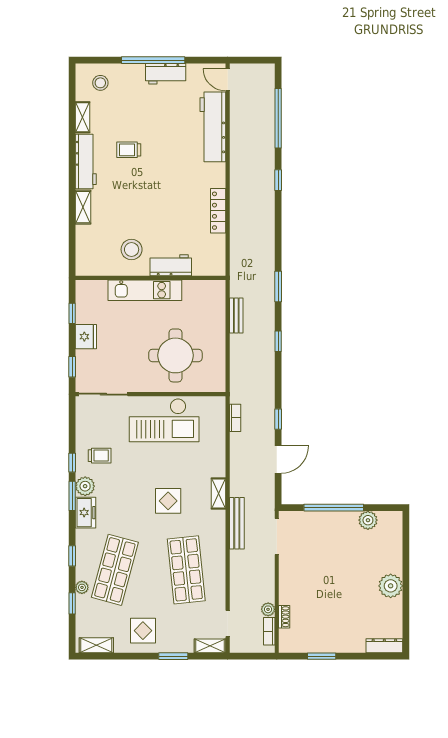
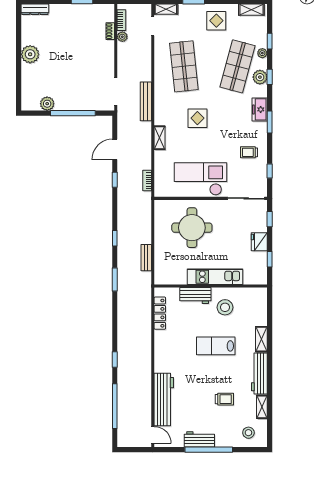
trolley: (129, 150) -> (224, 399), moved
lab bench: (144, 198) -> (216, 346), added
locker: (218, 211) -> (160, 313), moved
window: (72, 463) -> (270, 171), moved
plant: (85, 486) -> (260, 77), moved
shelving: (219, 494) -> (160, 138), moved

